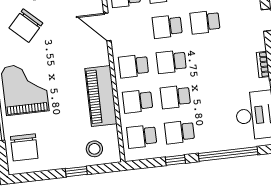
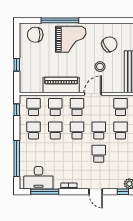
chair: (26, 26) -> (109, 44), turned 104
door: (107, 27) -> (93, 94), moved
stool: (94, 149) -> (100, 67), moved
window: (175, 160) -> (17, 110), moved

